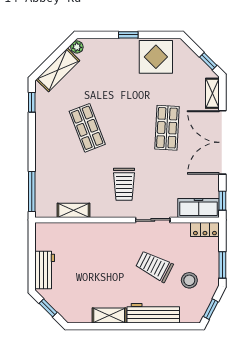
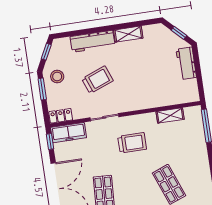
trolley: (124, 184) -> (132, 143), turned 90
trolley: (154, 266) -> (97, 80), turned -48
stool: (189, 280) -> (57, 76), moved

